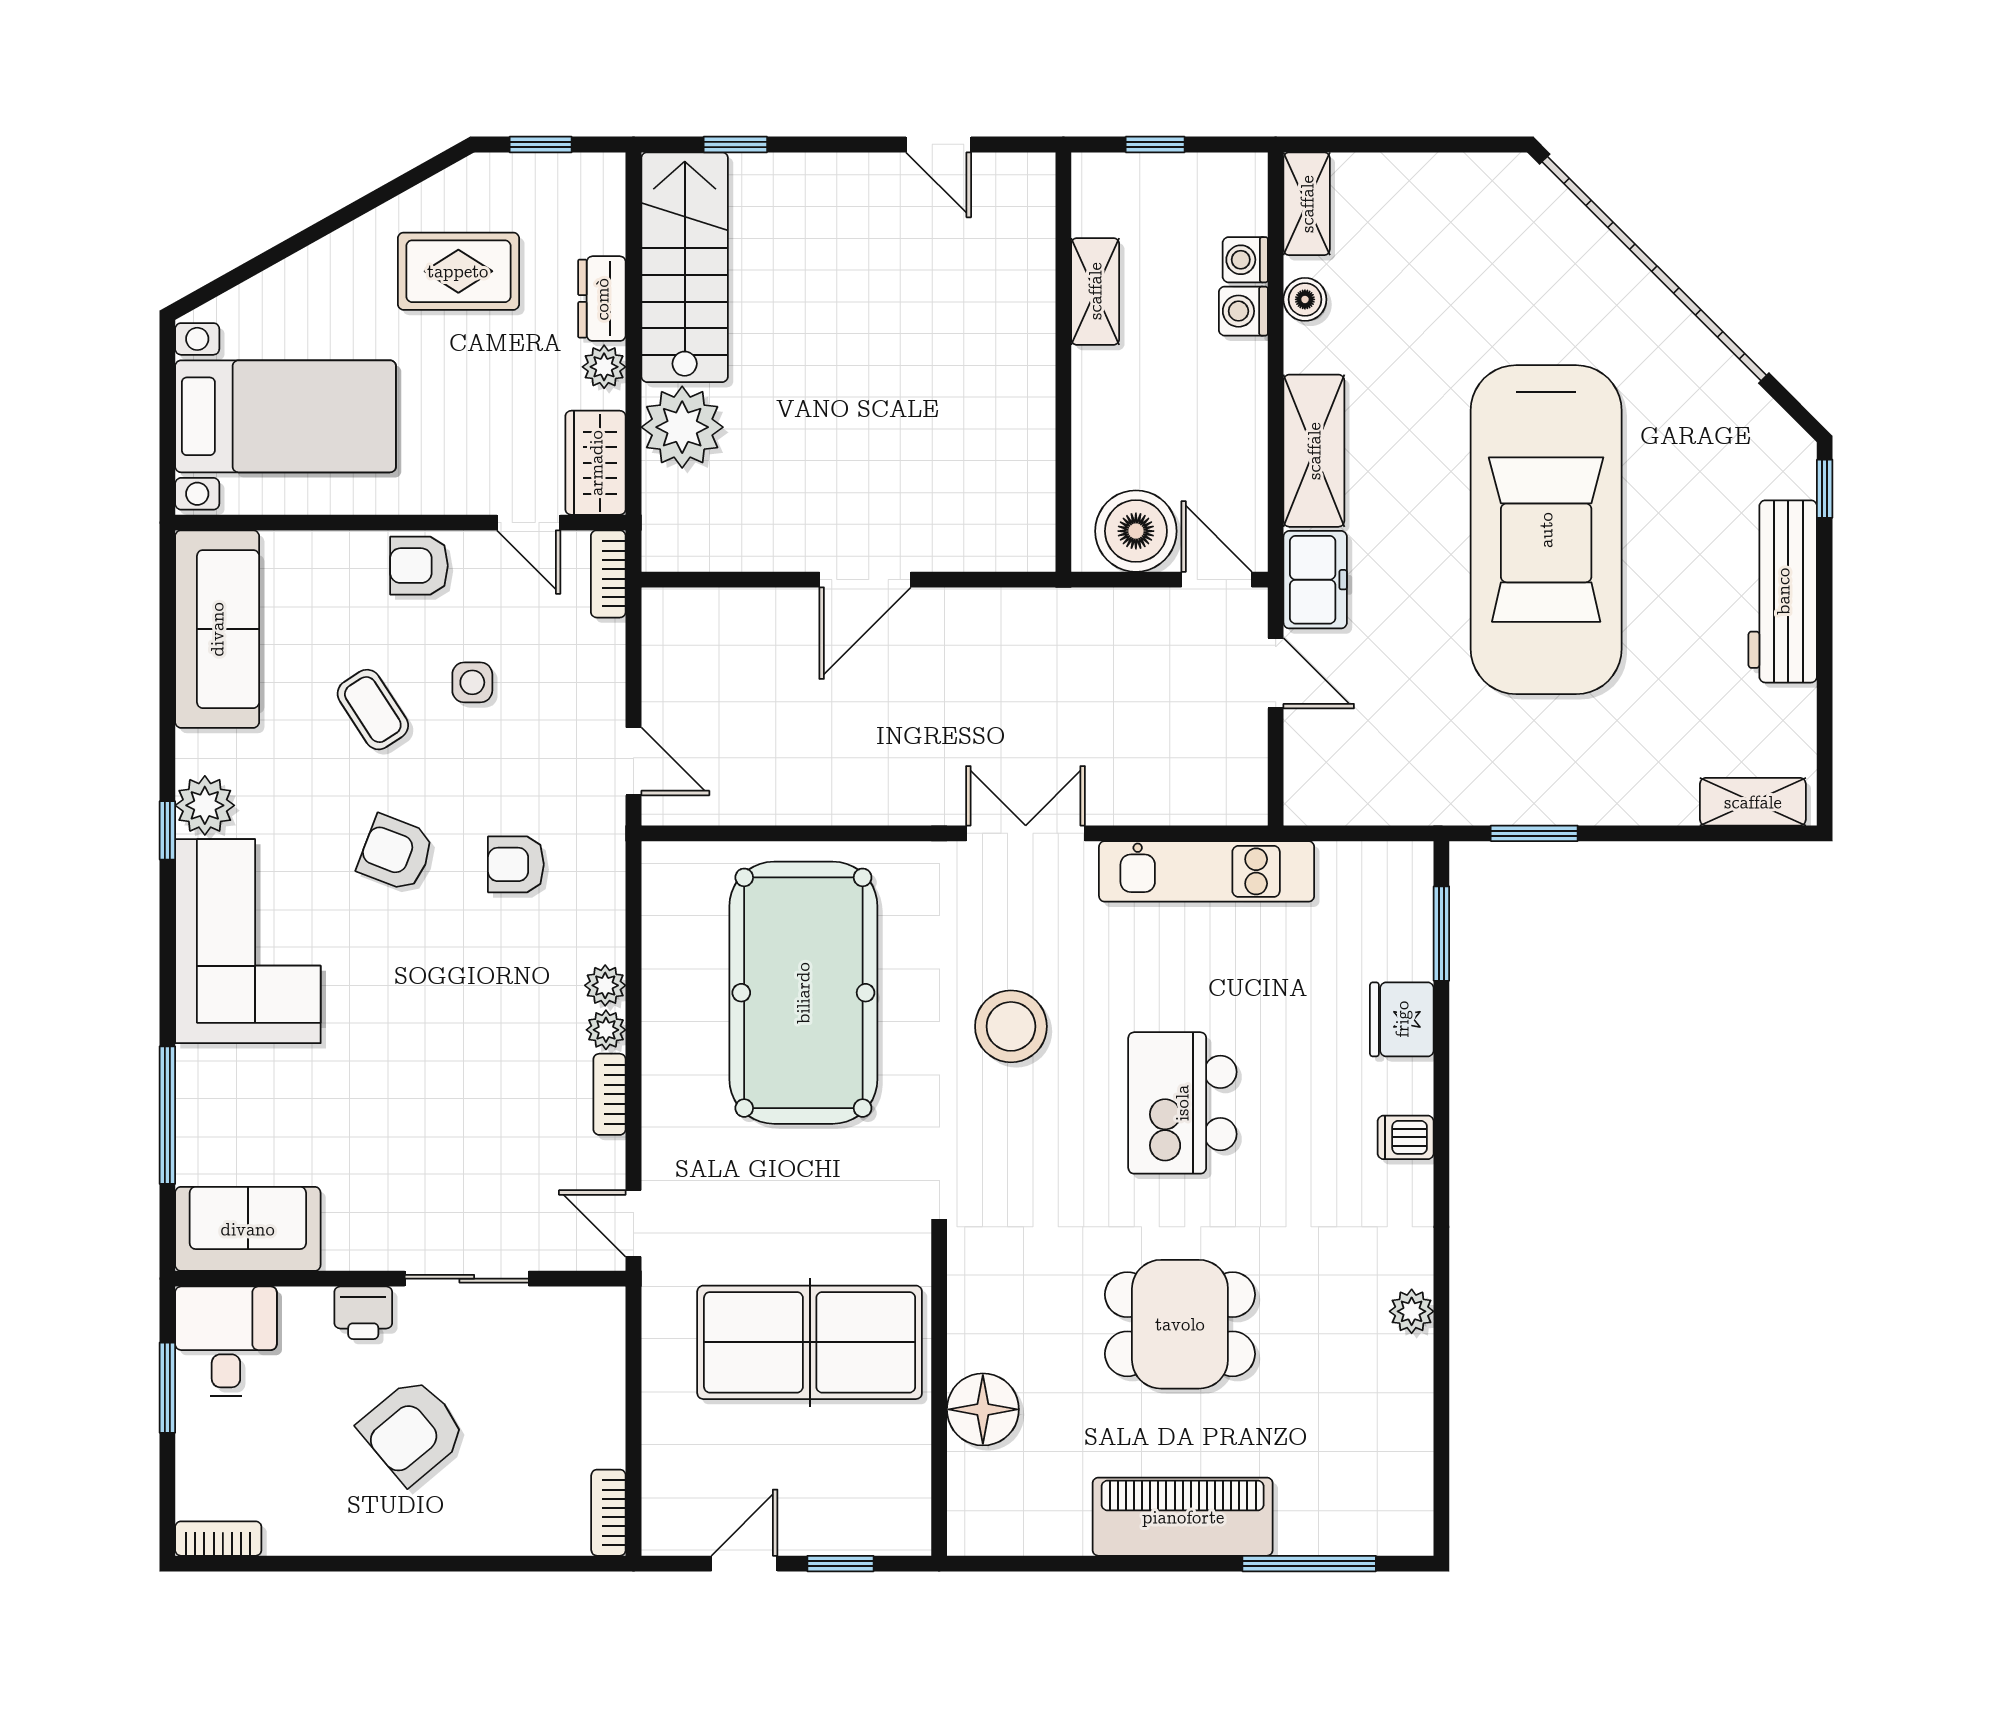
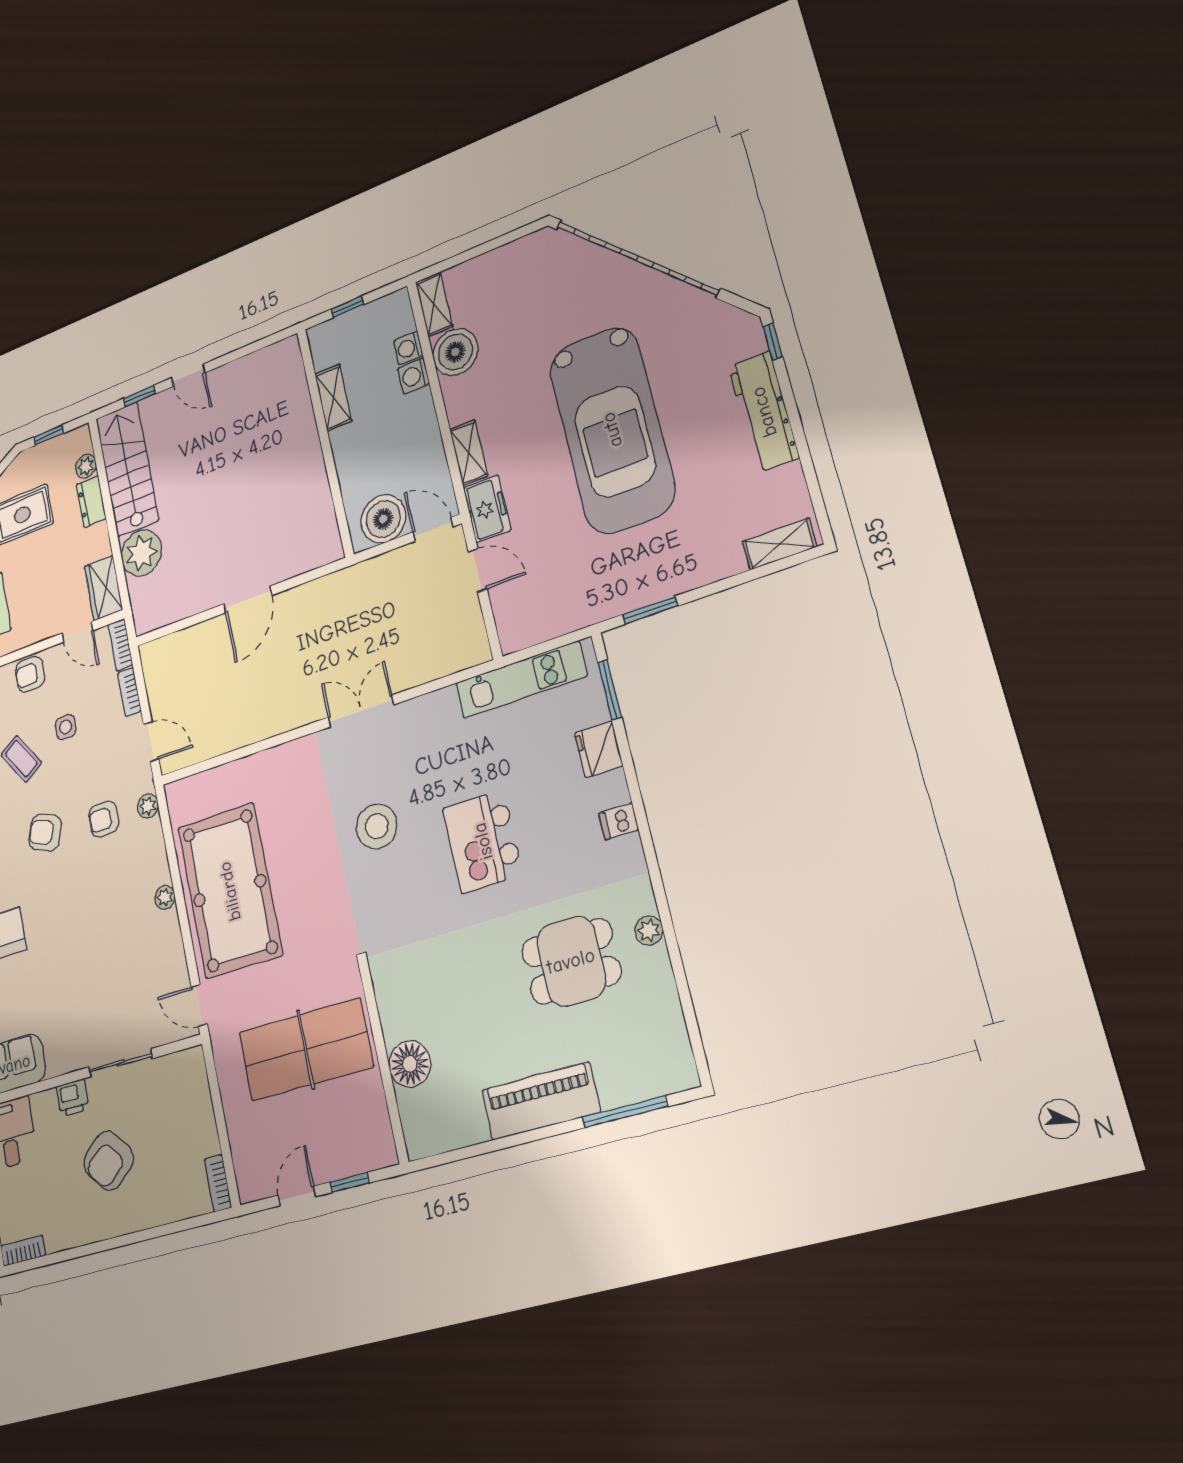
door: (939, 144) -> (189, 375), moved
boiler: (1305, 299) -> (455, 352), width x1.86, depth x1.86
plant: (604, 367) -> (86, 466), moved
shelving: (1314, 451) -> (469, 453), width x0.67, depth x0.75
kitchen unit: (1207, 871) -> (521, 680), moved
plant: (605, 985) -> (148, 806), moved
pool table: (803, 993) -> (230, 891), moved
bookcase: (609, 1094) -> (129, 692), moved
dining table: (1180, 1324) -> (571, 961), moved

